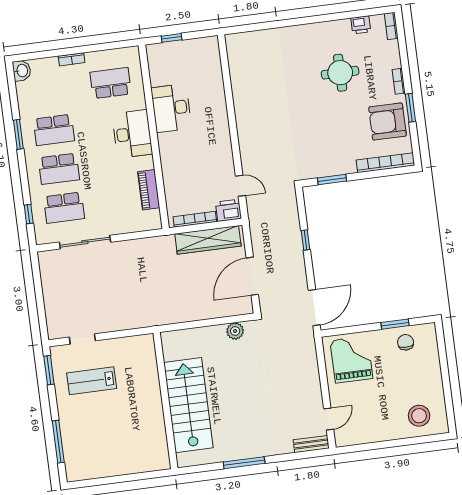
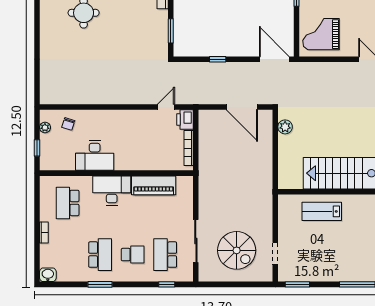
plant: (197, 44) -> (45, 128), added
chair: (205, 72) -> (68, 124), added
school desk: (59, 169) -> (133, 255), width x0.54
piano: (149, 190) -> (154, 185), width x1.37, depth x1.33
school desk: (64, 208) -> (165, 255), turned 180
wardrobe: (208, 240) -> (207, 140), removed
spiral stairs: (80, 292) -> (237, 250), added
lab bench: (92, 381) -> (322, 211), moved, turned 90

